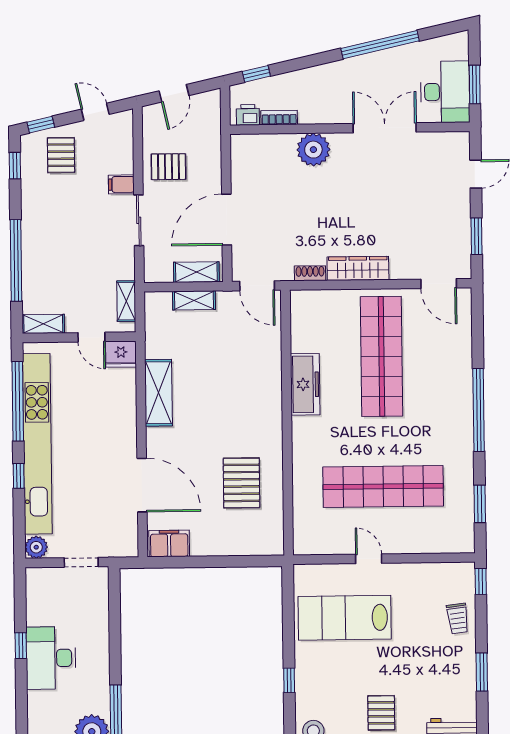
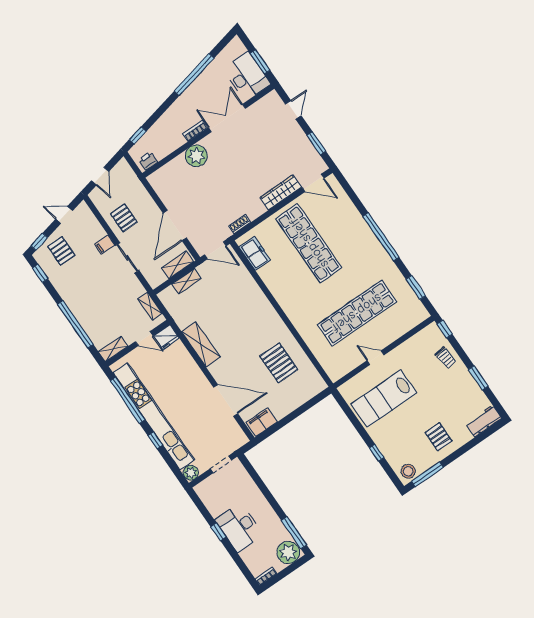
bookcase: (279, 118) -> (195, 131), moved
pallet: (168, 167) -> (124, 218), turned 90
wardrobe: (358, 268) -> (281, 192), moved
freezer: (305, 384) -> (255, 253), moved, width x0.71

